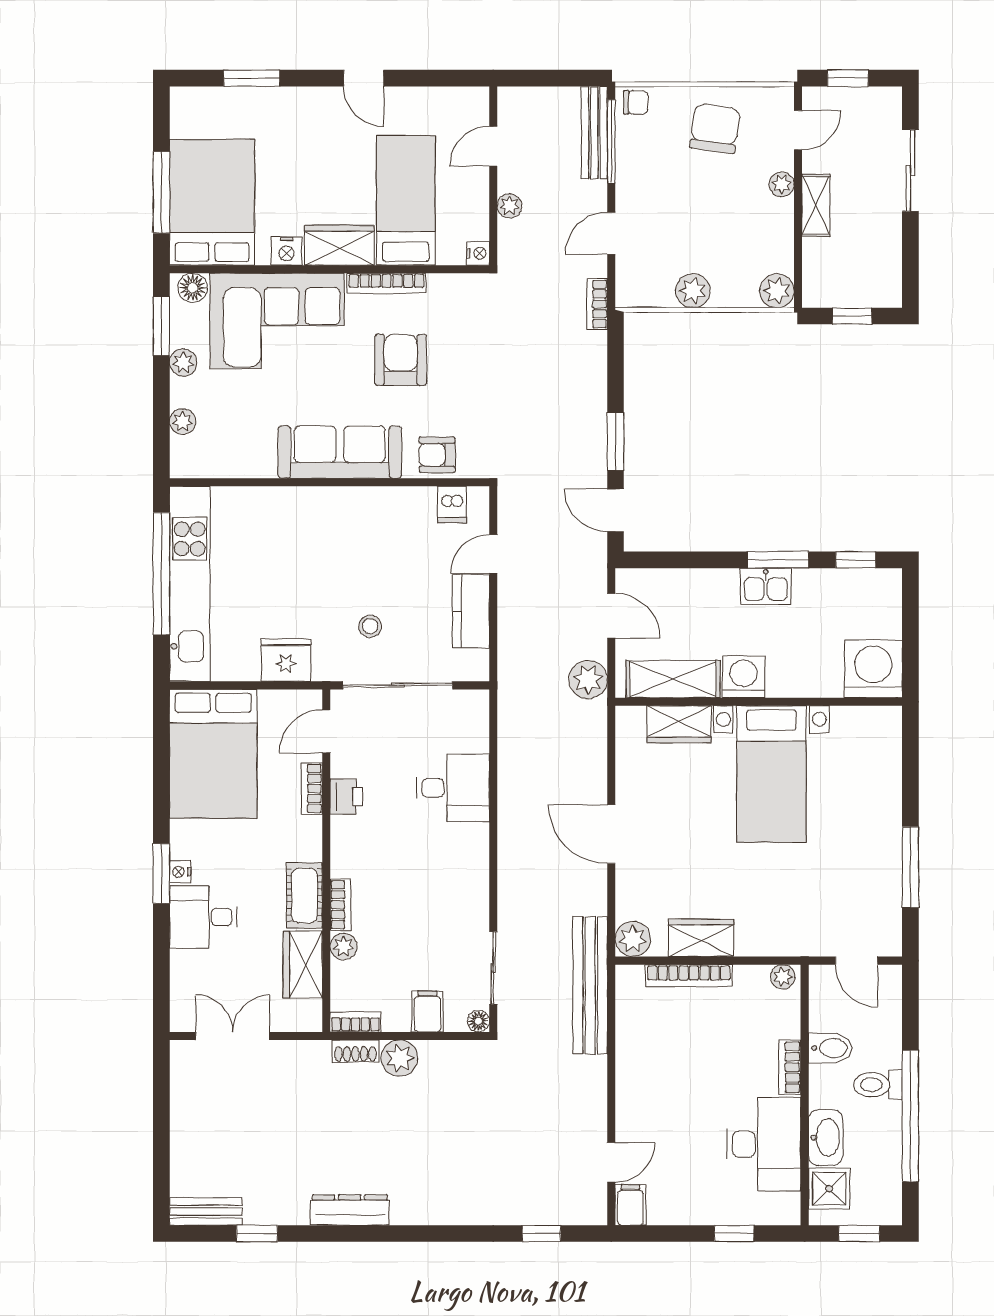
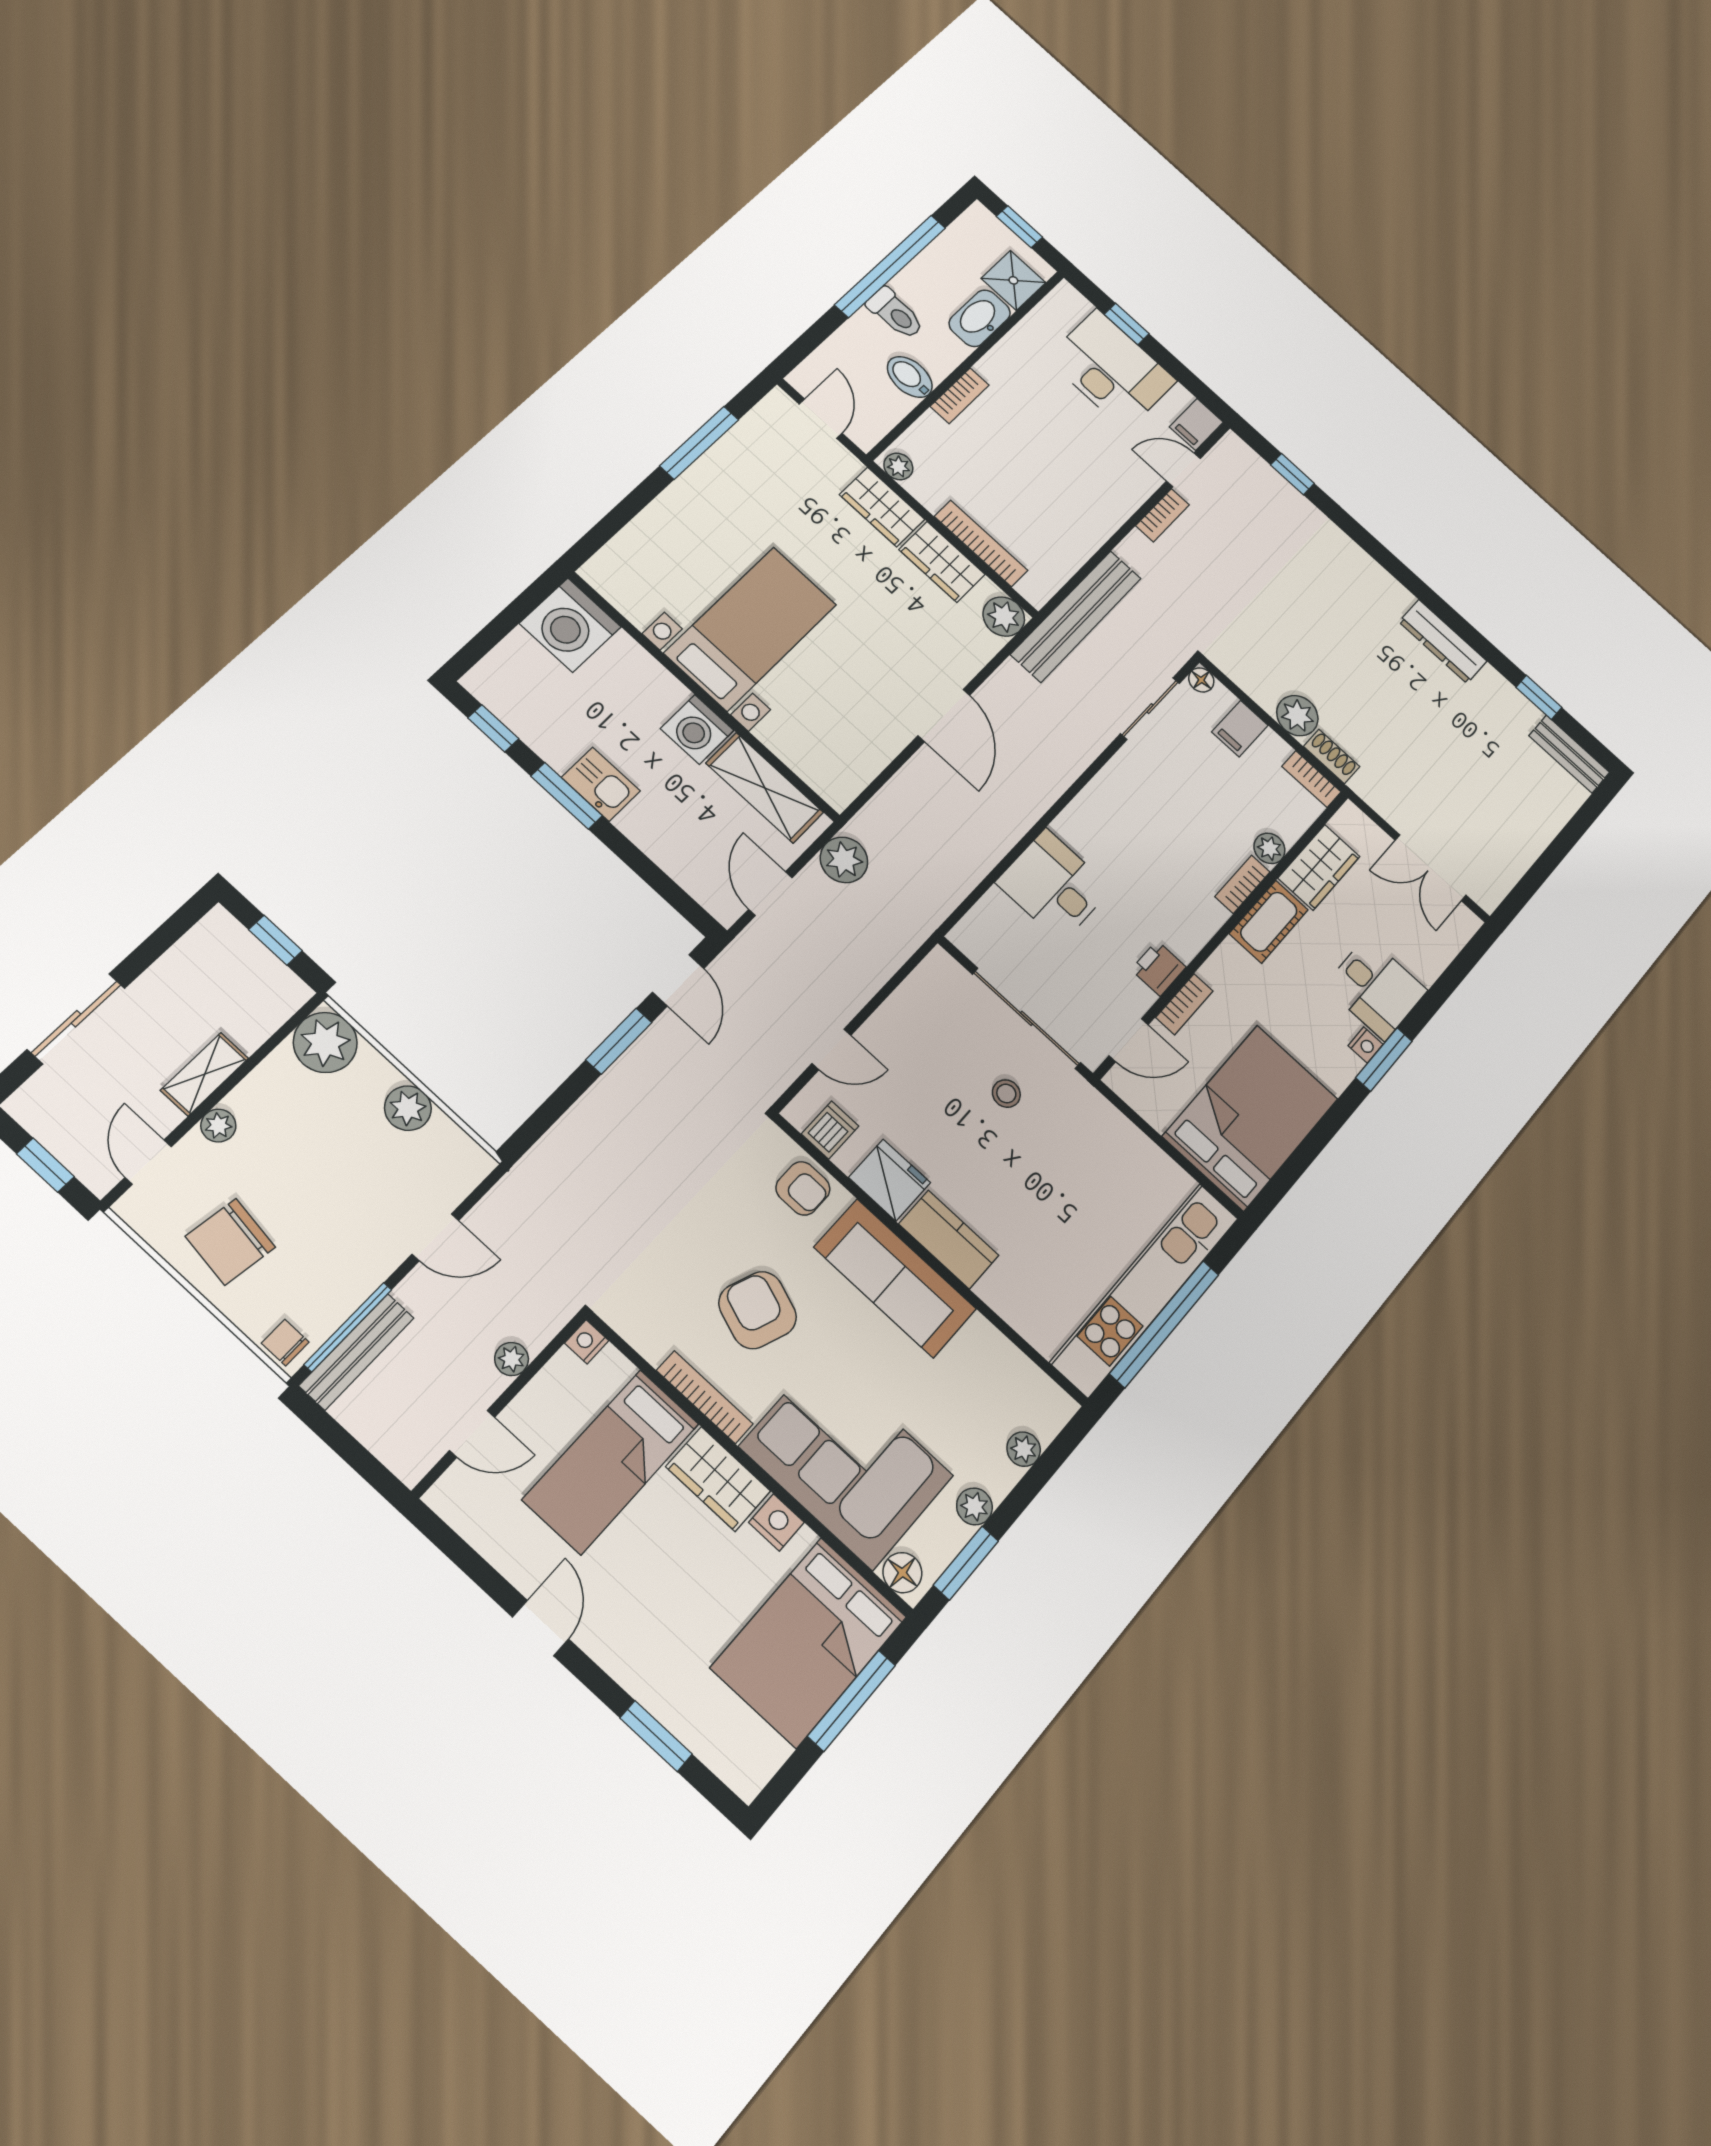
door: (798, 130) -> (148, 1162), hinge flipped
plant: (777, 291) -> (325, 1043), width x1.36, depth x1.36
bookcase: (597, 304) -> (1163, 515), moved
armchair: (401, 360) -> (758, 1310), turned 110
kitchen counter: (471, 611) -> (949, 1240), moved, turned -90
fridge: (286, 660) -> (890, 1180), moved, turned 180
wardrobe: (679, 724) -> (882, 507), moved, turned 180
desk: (764, 1144) -> (1111, 370), moved, turned 90

